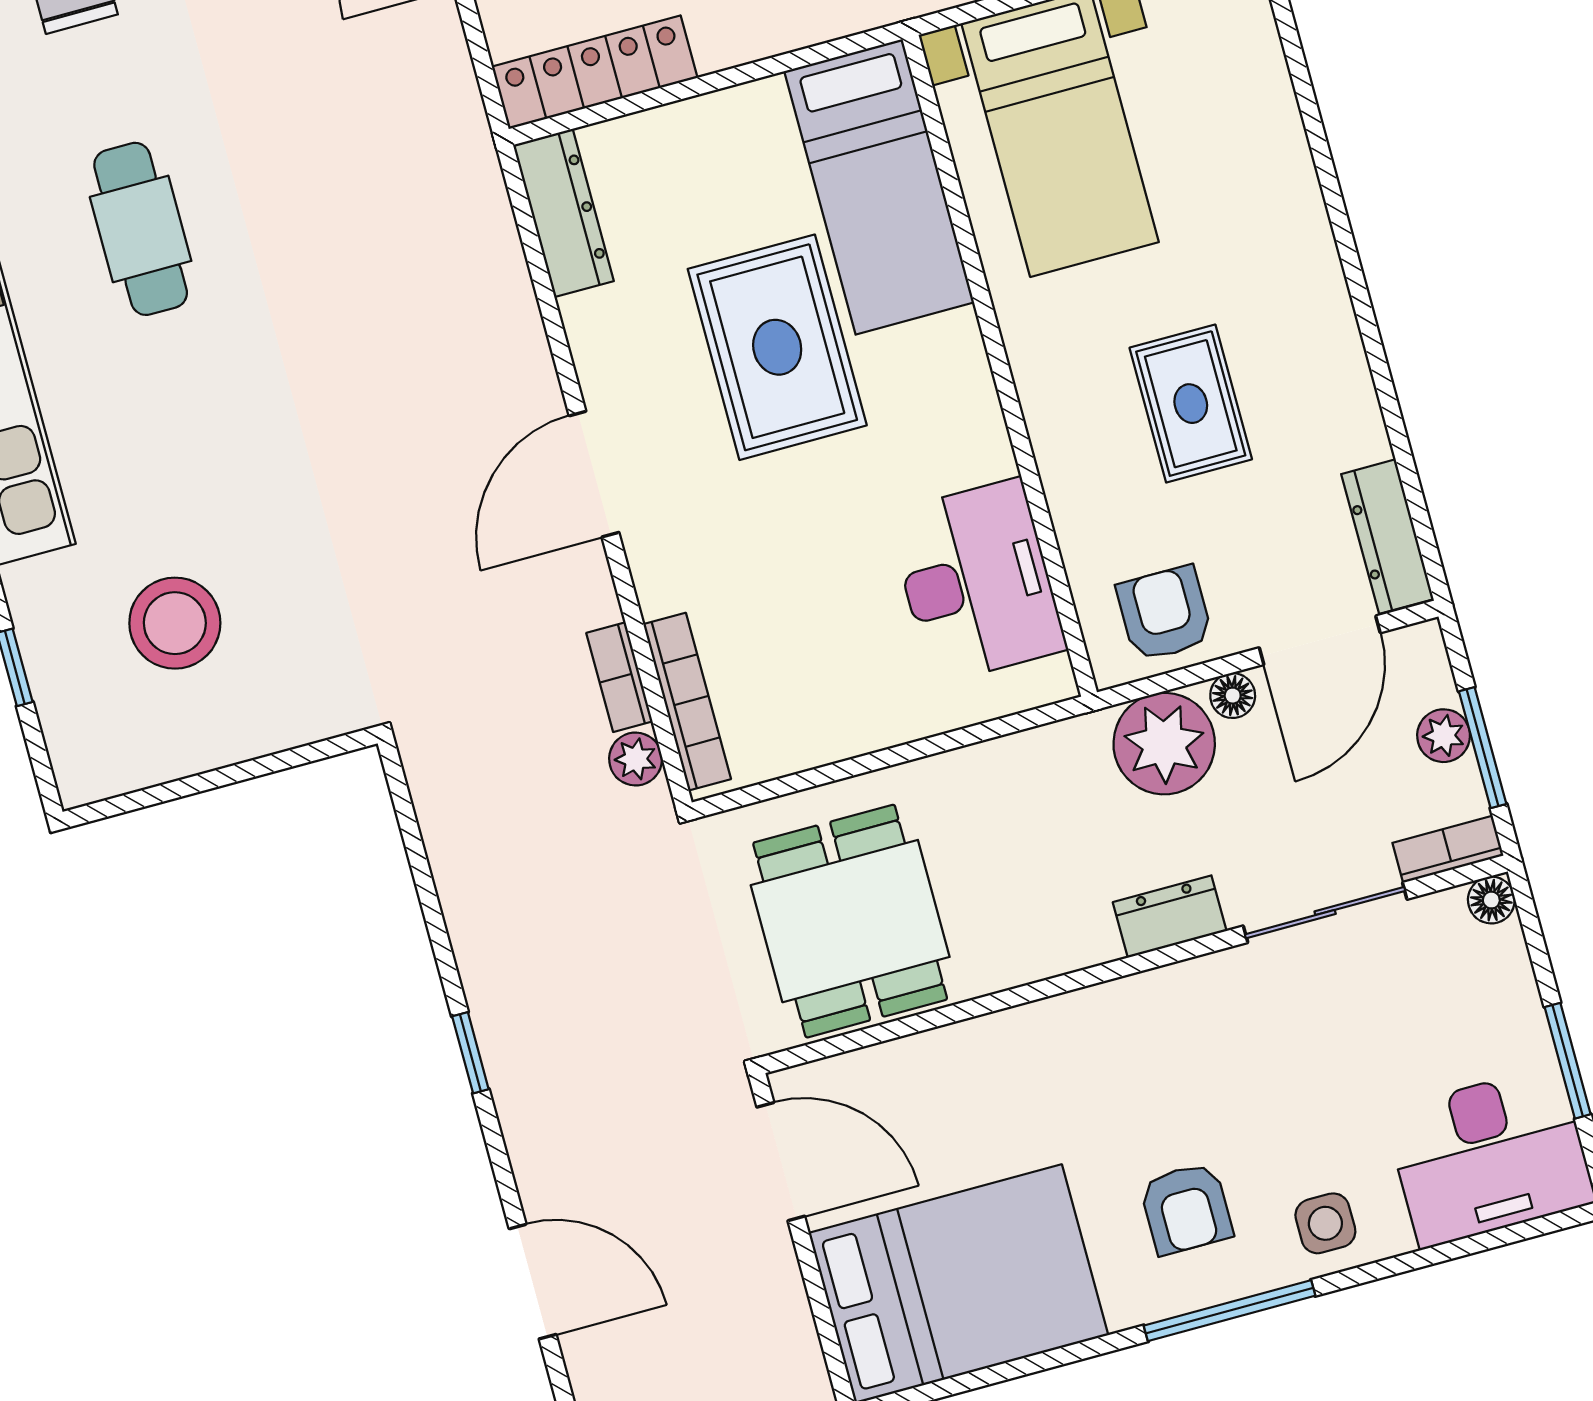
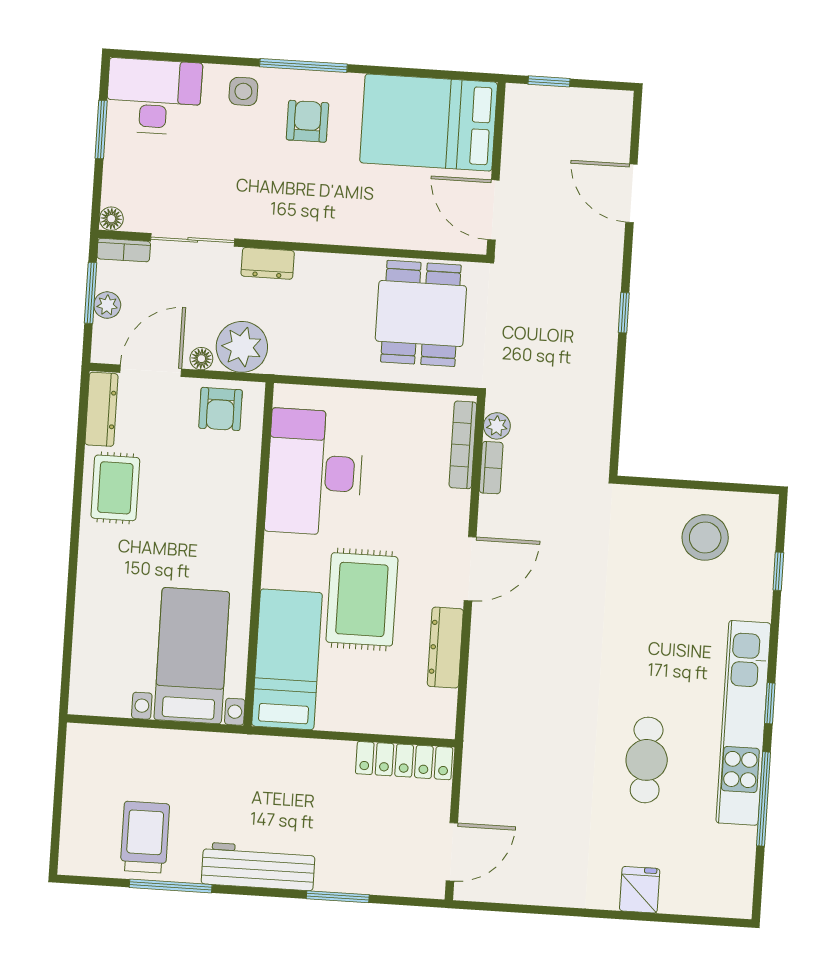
dresser: (563, 213) -> (445, 648), moved
rug: (1191, 404) -> (115, 488), moved
desk: (977, 581) -> (315, 472), width x1.36, depth x1.30
stool: (175, 623) -> (705, 537), moved

